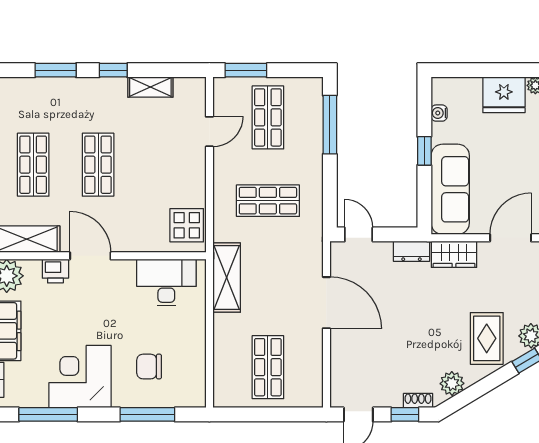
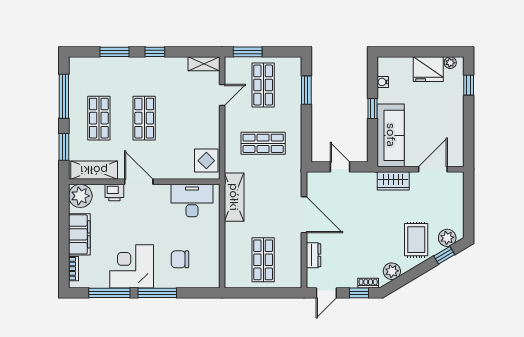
shelving: (150, 87) -> (204, 64), moved
window: (330, 125) -> (306, 90), width x0.69
door: (359, 234) -> (340, 167), moved
dresser: (411, 251) -> (313, 255), moved, turned -90
window: (147, 414) -> (157, 293), moved

